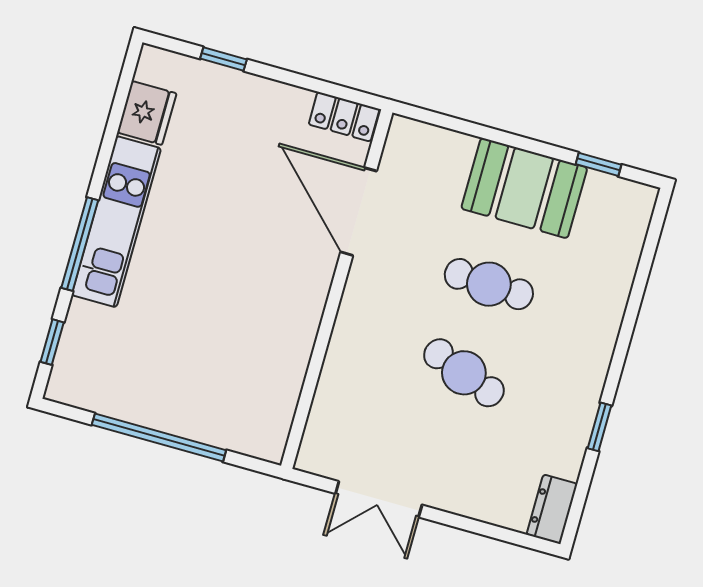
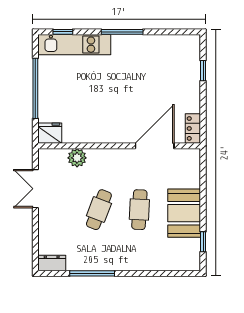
fridge: (147, 113) -> (50, 133), moved, turned 180
kitchen unit: (116, 222) -> (74, 45), moved
window: (80, 244) -> (122, 32), moved
plant: (337, 389) -> (77, 158), added
window: (599, 427) -> (92, 273), width x2.17

